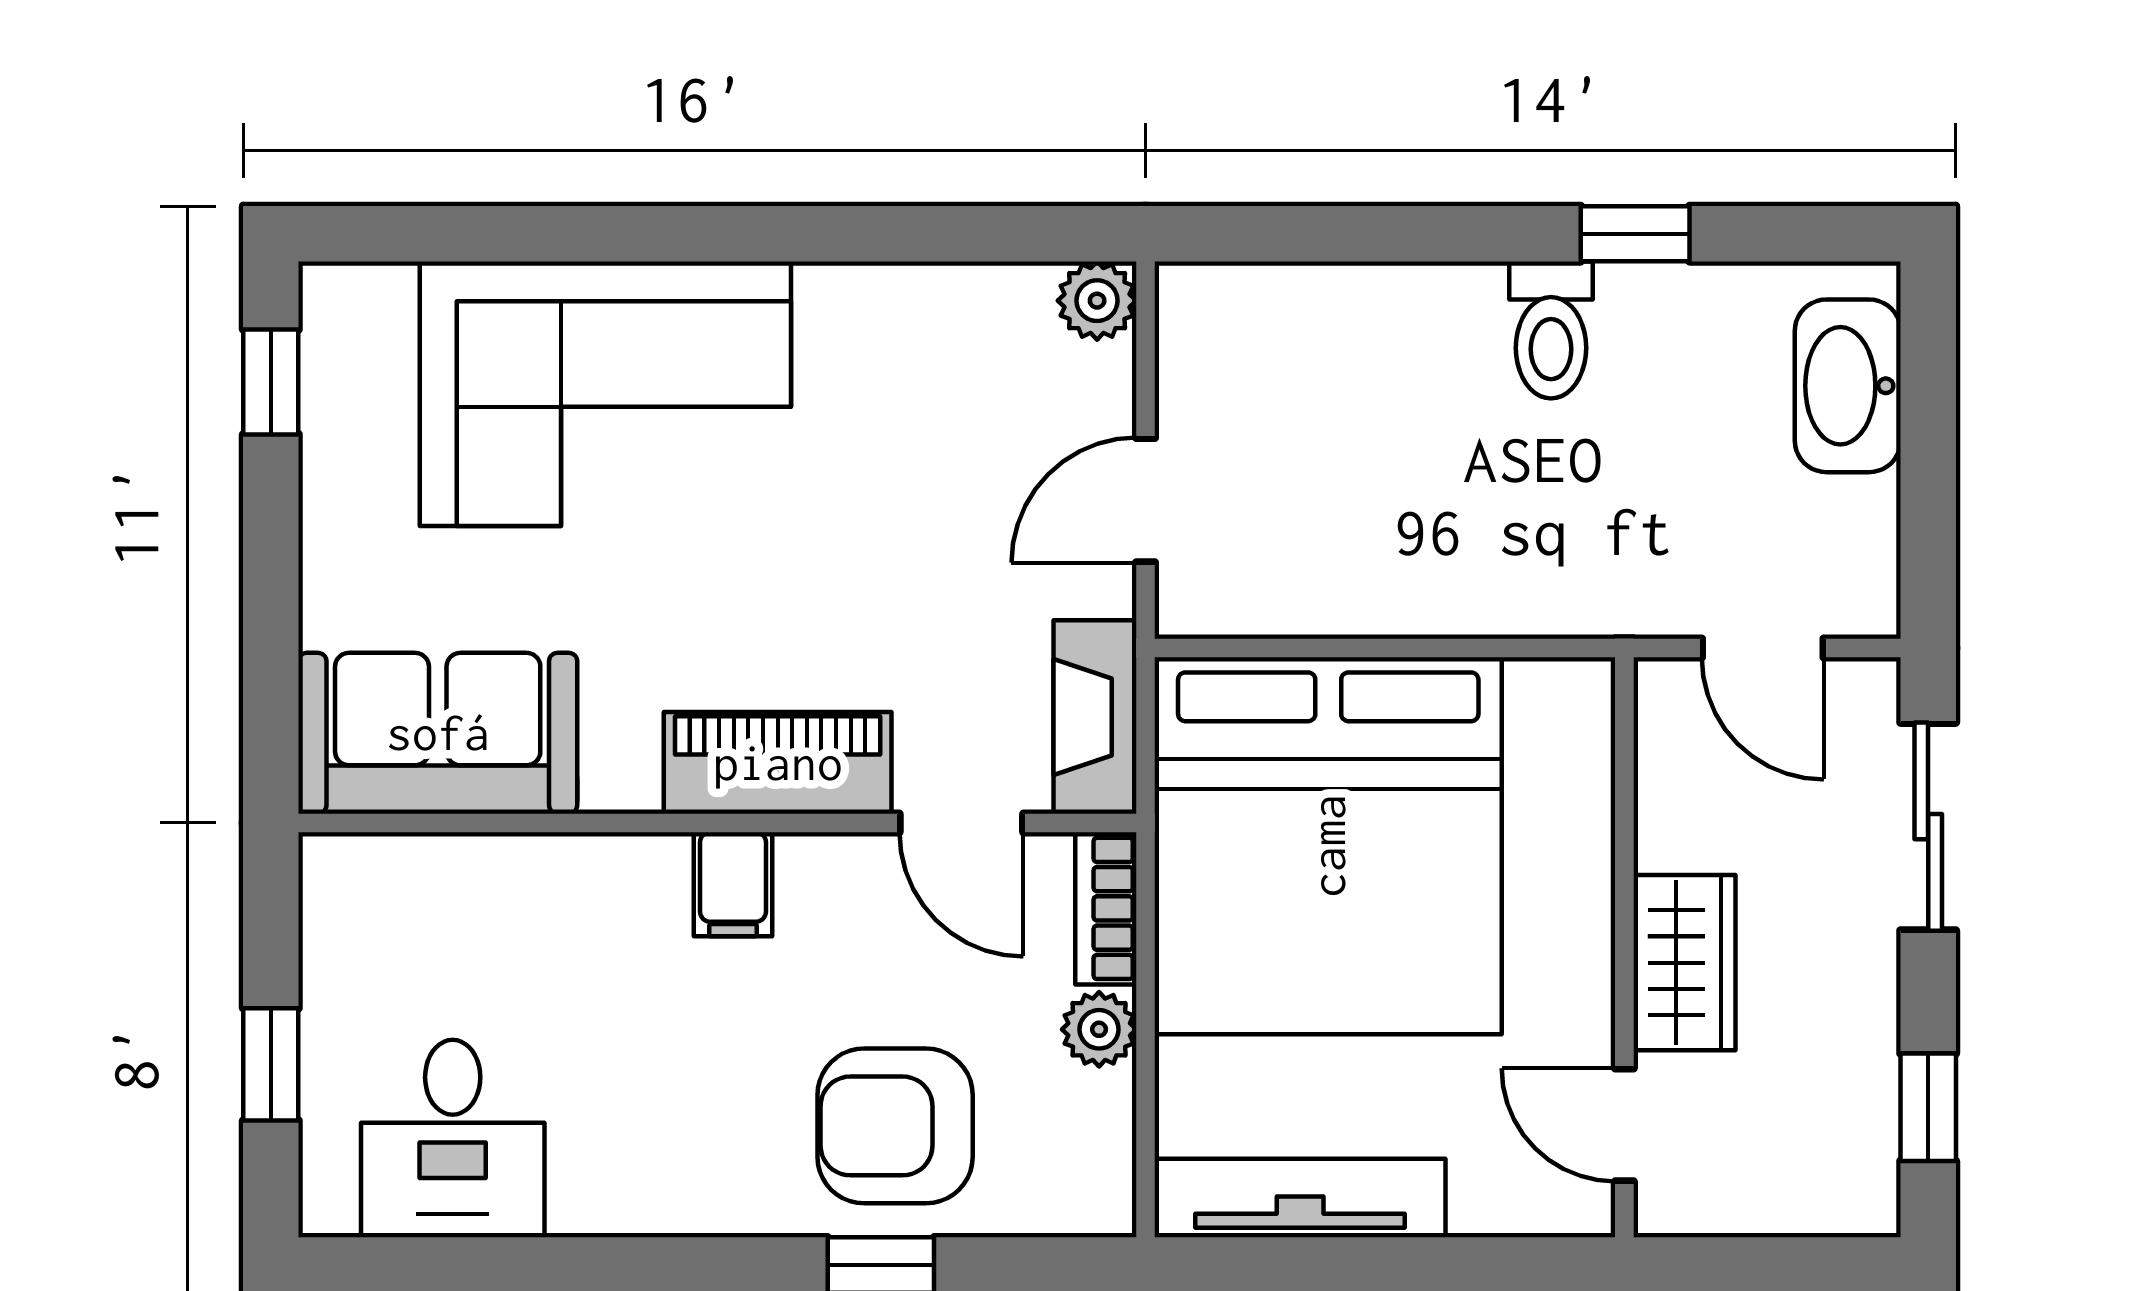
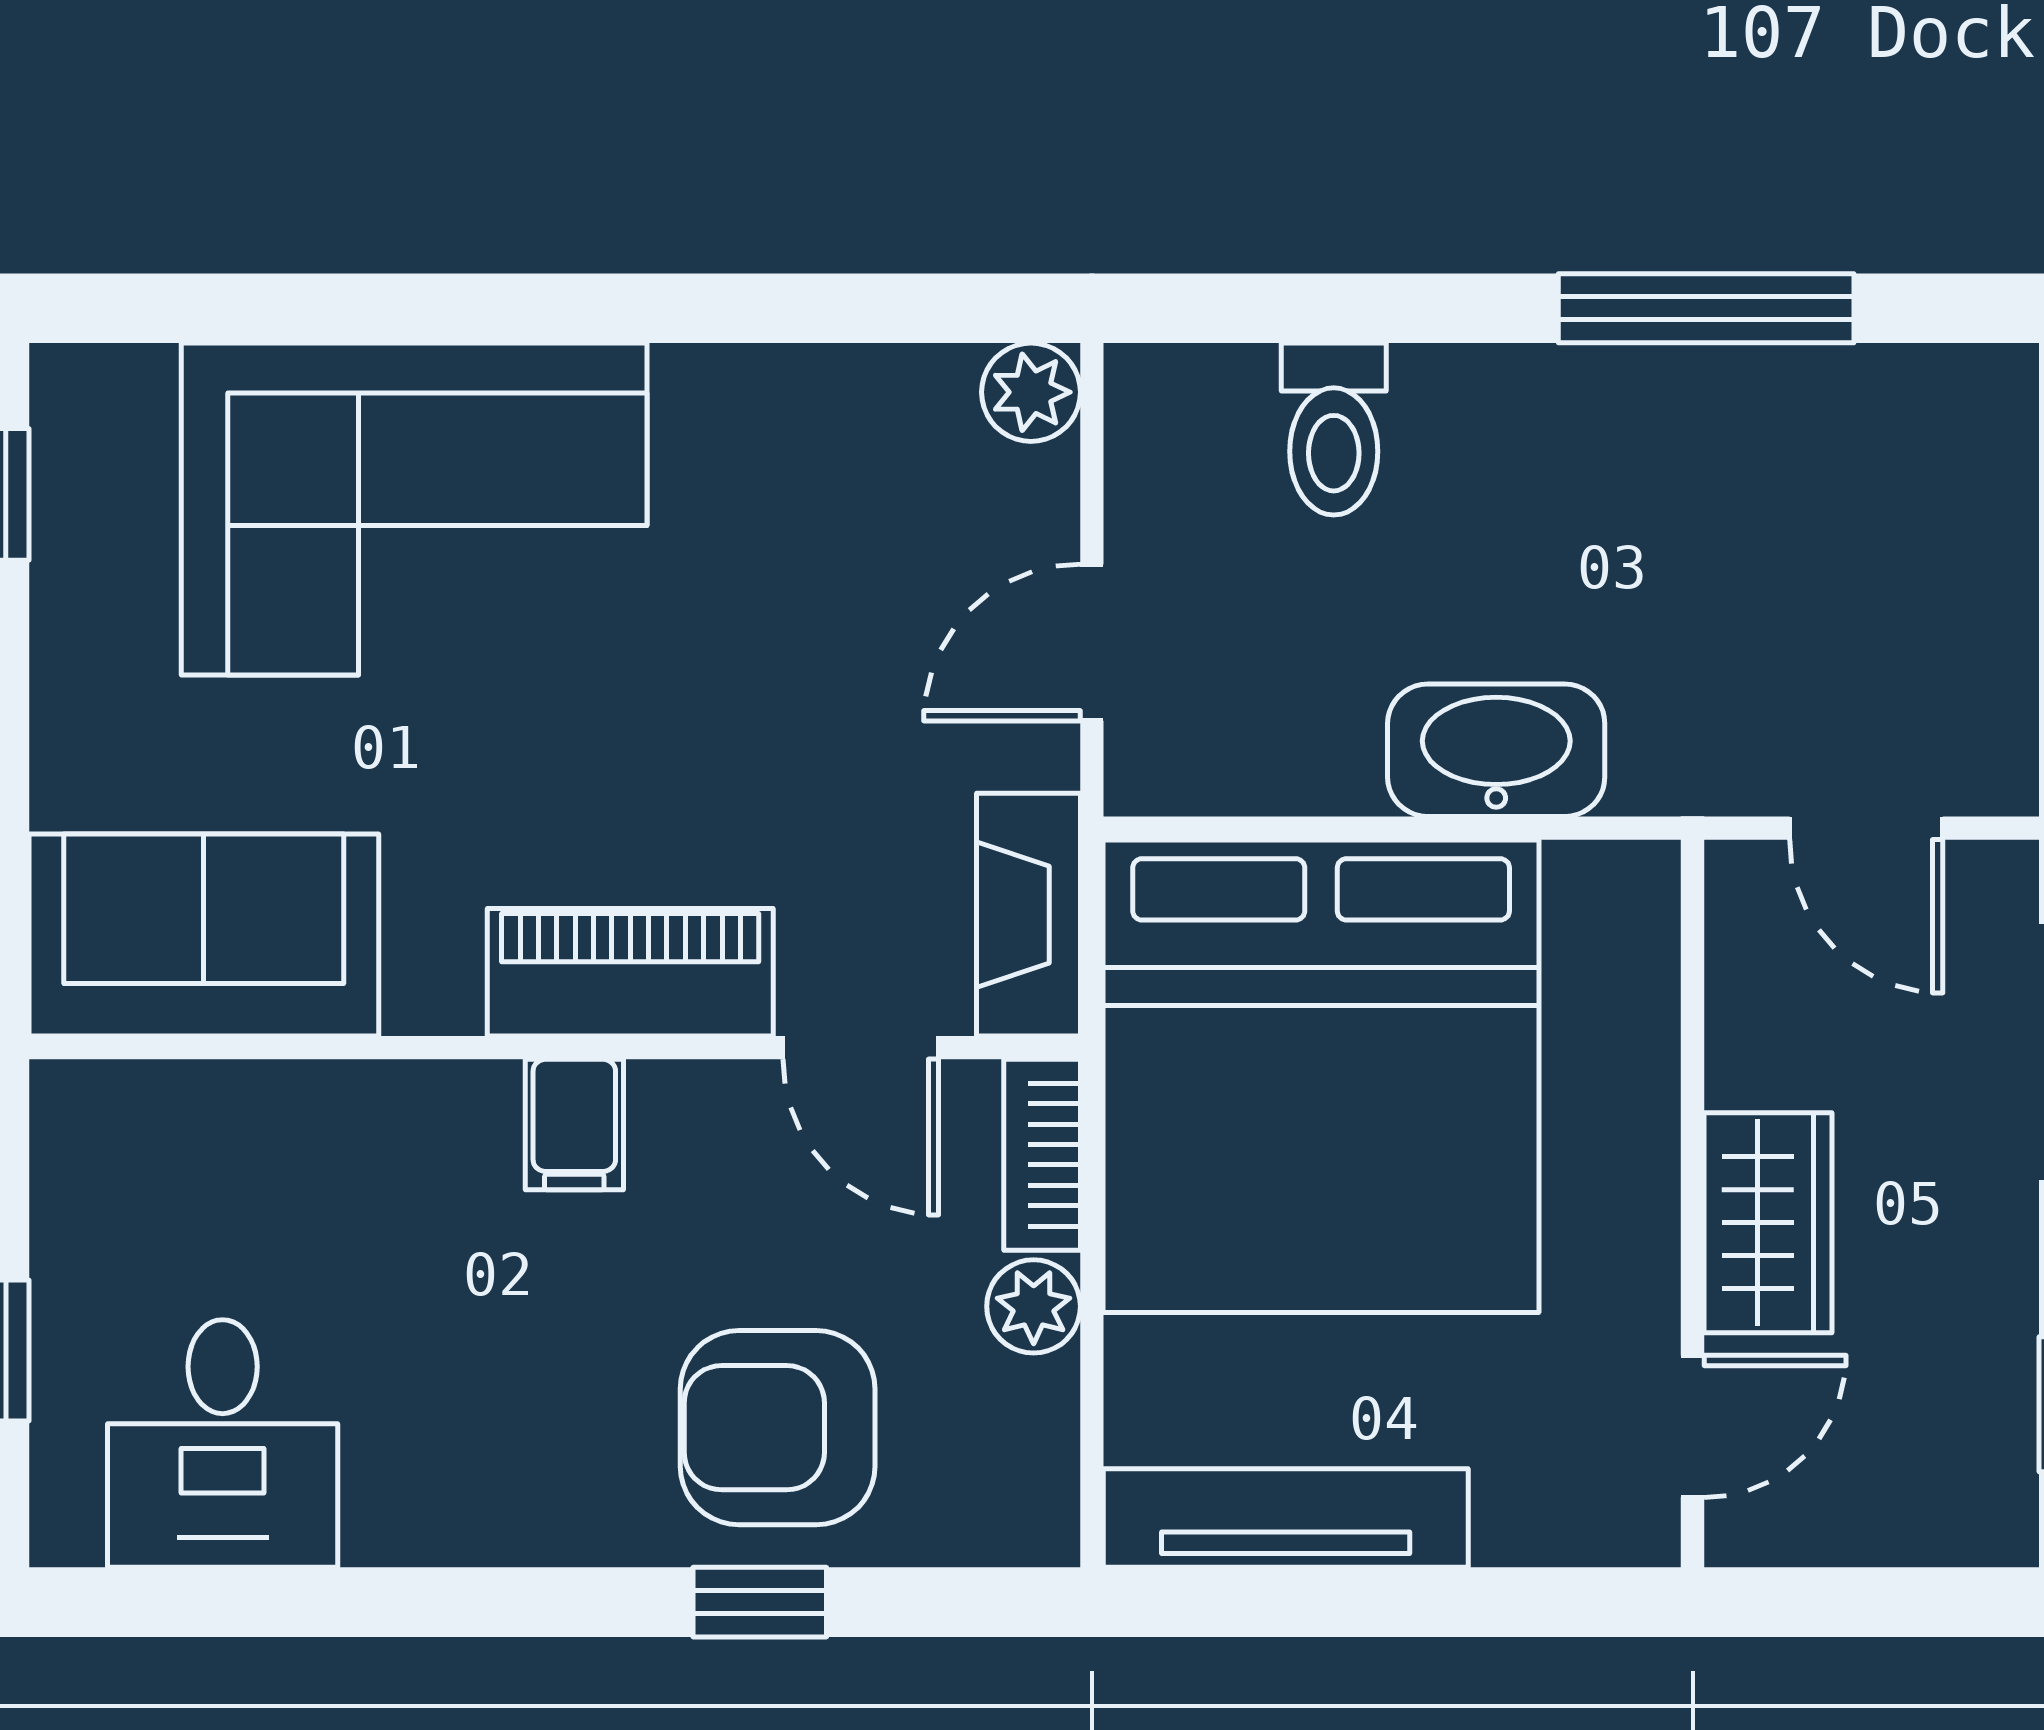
window: (1635, 234) -> (1706, 308), width x2.17
toilet: (1551, 330) -> (1334, 429), moved
washbasin: (1848, 386) -> (1496, 750), moved, turned 90
door: (1624, 1125) -> (1693, 1426), swing flipped

